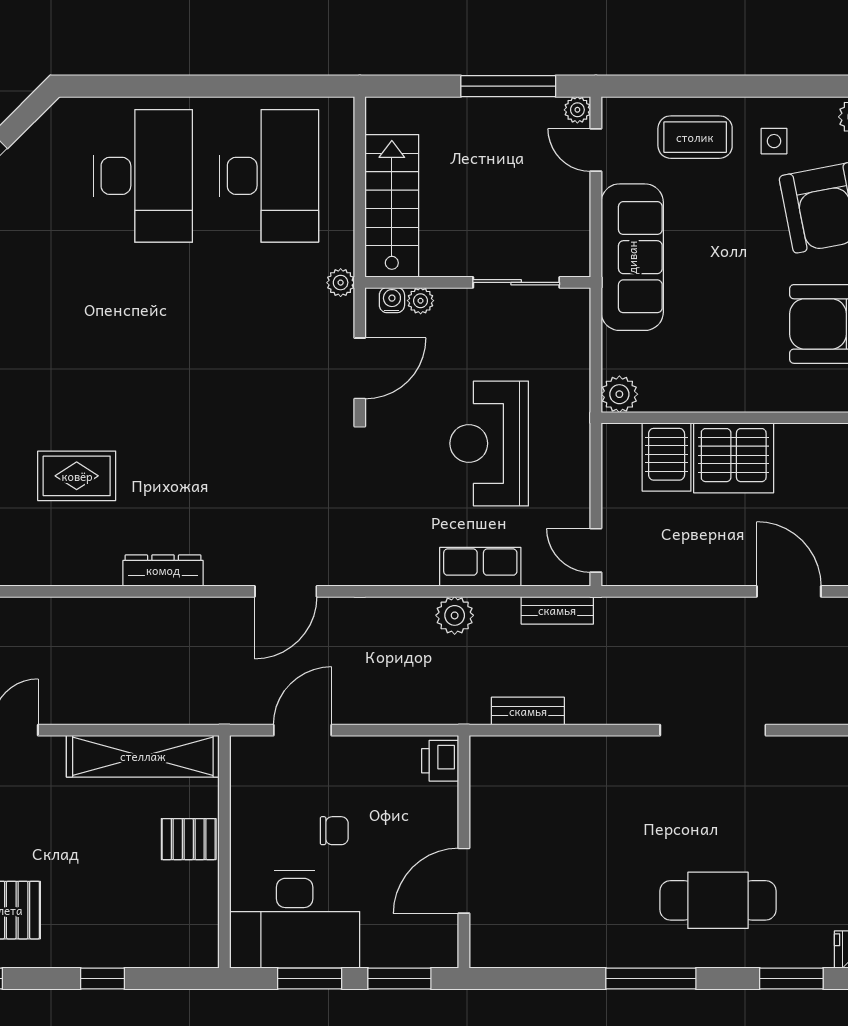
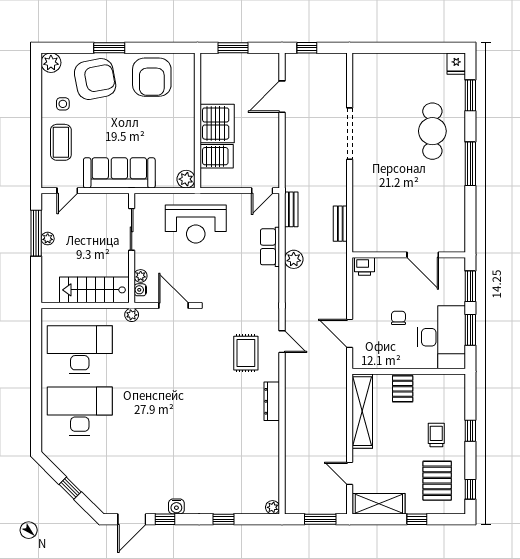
plant: (577, 110) -> (48, 239), moved
reception desk: (489, 443) -> (196, 224), moved
rug: (77, 476) -> (246, 353), moved
door: (286, 591) -> (282, 342), width x0.73
trolley: (94, 908) -> (436, 435), added

